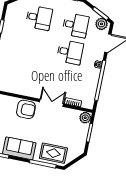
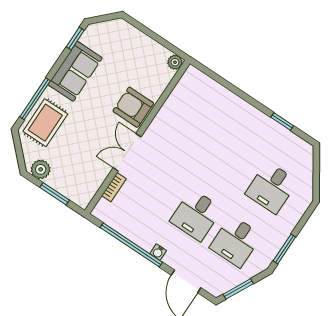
plant: (101, 24) -> (221, 284), removed
double door: (52, 103) -> (127, 152), swing flipped
armchair: (26, 109) -> (133, 107), turned 90
plant: (85, 118) -> (41, 169), moved

